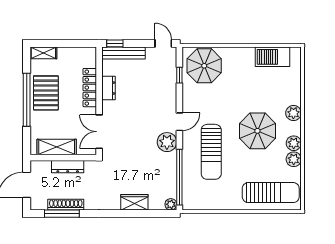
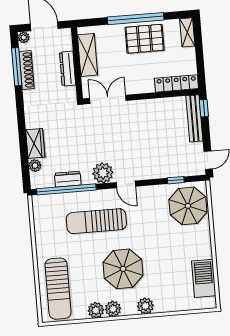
locker: (90, 88) -> (176, 83), moved
dresser: (109, 88) -> (68, 179), moved, turned 180
plant: (171, 204) -> (35, 166), moved
plant: (35, 205) -> (24, 37), added

